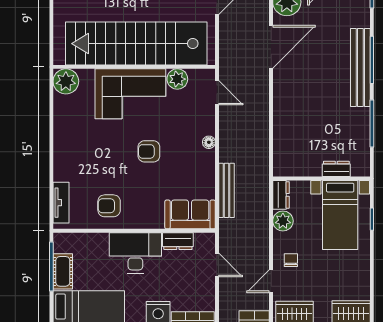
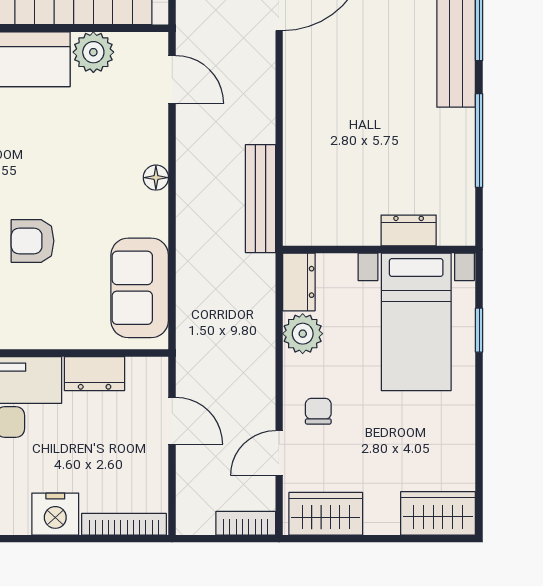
armchair: (149, 151) -> (33, 241), moved
bench: (226, 190) -> (260, 199), moved
sofa: (190, 214) -> (140, 288), moved, turned -90

